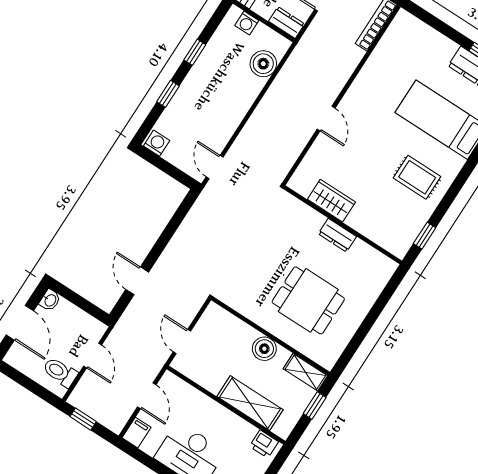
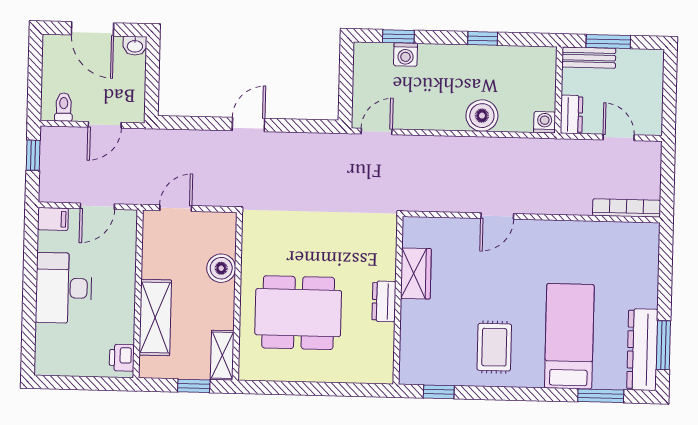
washing machine: (247, 23) -> (545, 122), moved, turned 90
boiler: (263, 64) -> (482, 116), moved
window: (168, 94) -> (398, 36), moved
washing machine: (157, 143) -> (406, 55), moved, turned 90
door: (137, 281) -> (248, 124), moved
dining table: (308, 300) -> (298, 313), width x1.38
door: (20, 323) -> (93, 29), hinge flipped
boiler: (264, 349) -> (221, 268), moved
toilet: (60, 372) -> (64, 107), width x0.73, depth x0.72

